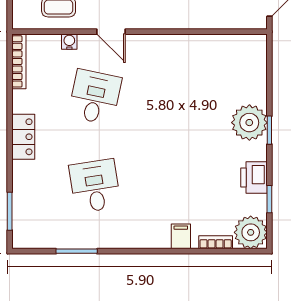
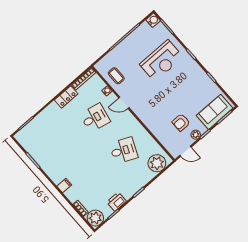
door: (111, 32) -> (124, 103), hinge flipped
plant: (249, 123) -> (157, 163), moved
locker: (23, 137) -> (66, 97), moved
desk: (95, 186) -> (124, 150), moved, turned 33
filing cabinet: (181, 236) -> (64, 185), moved

